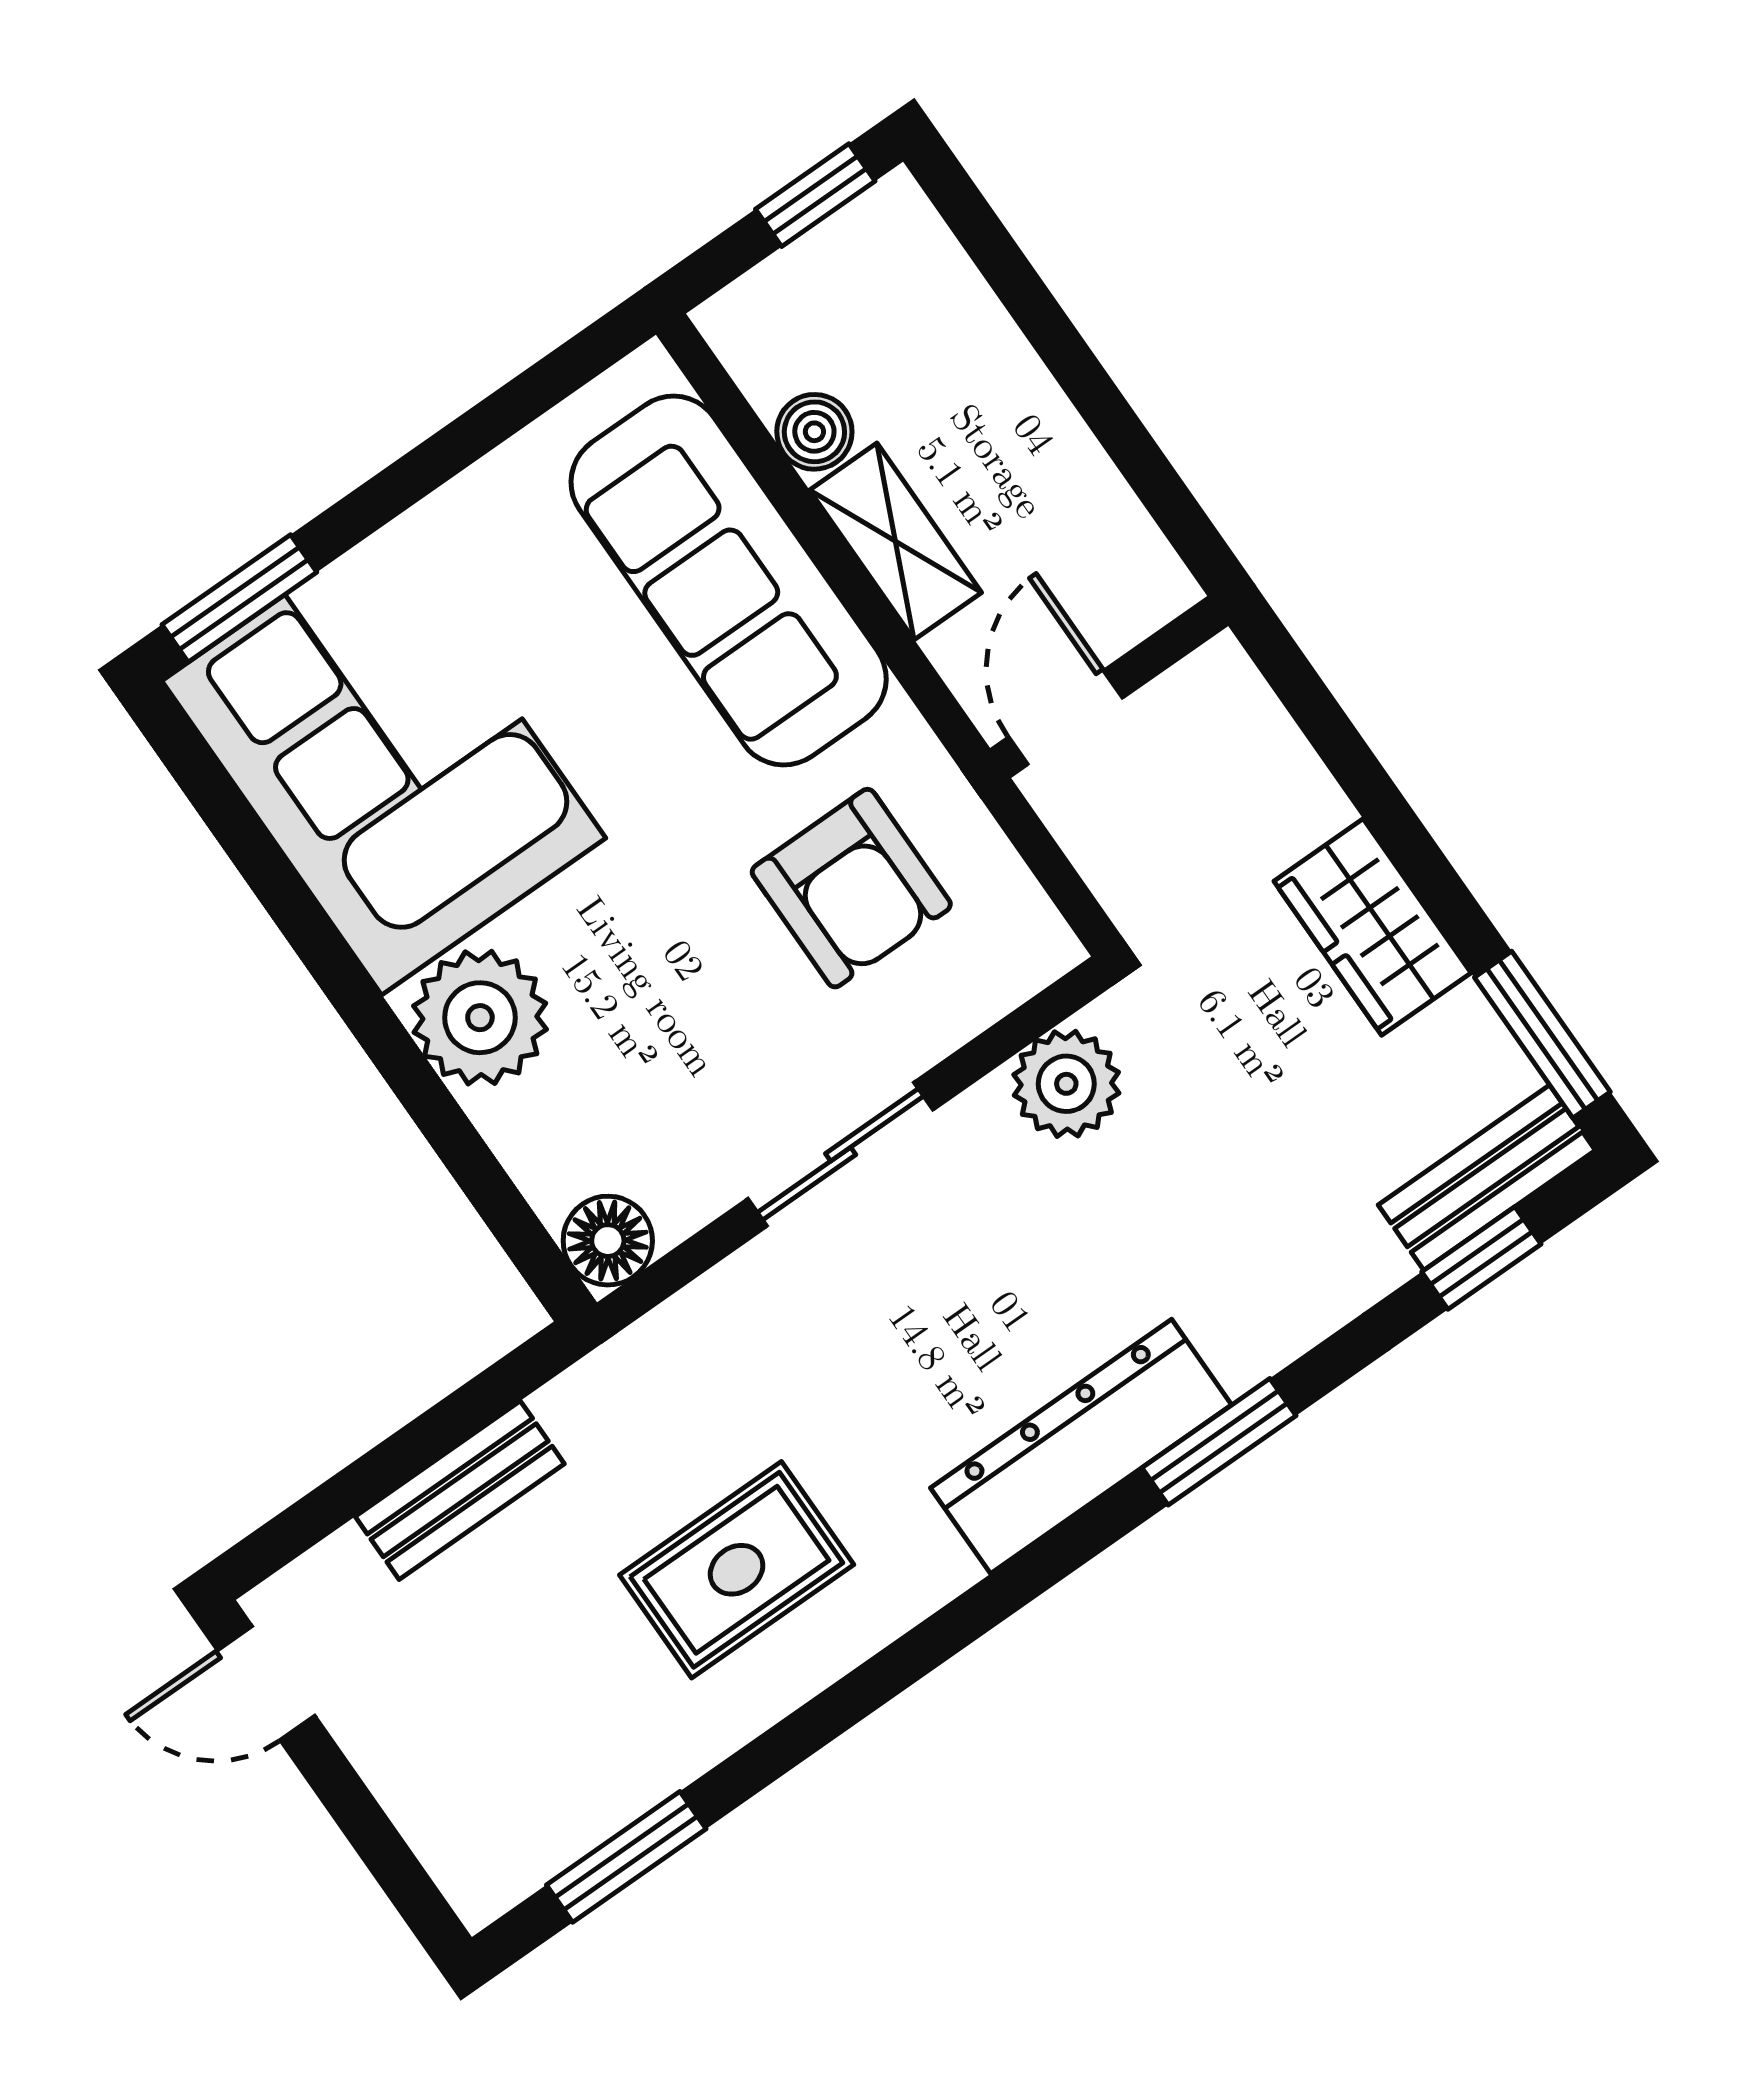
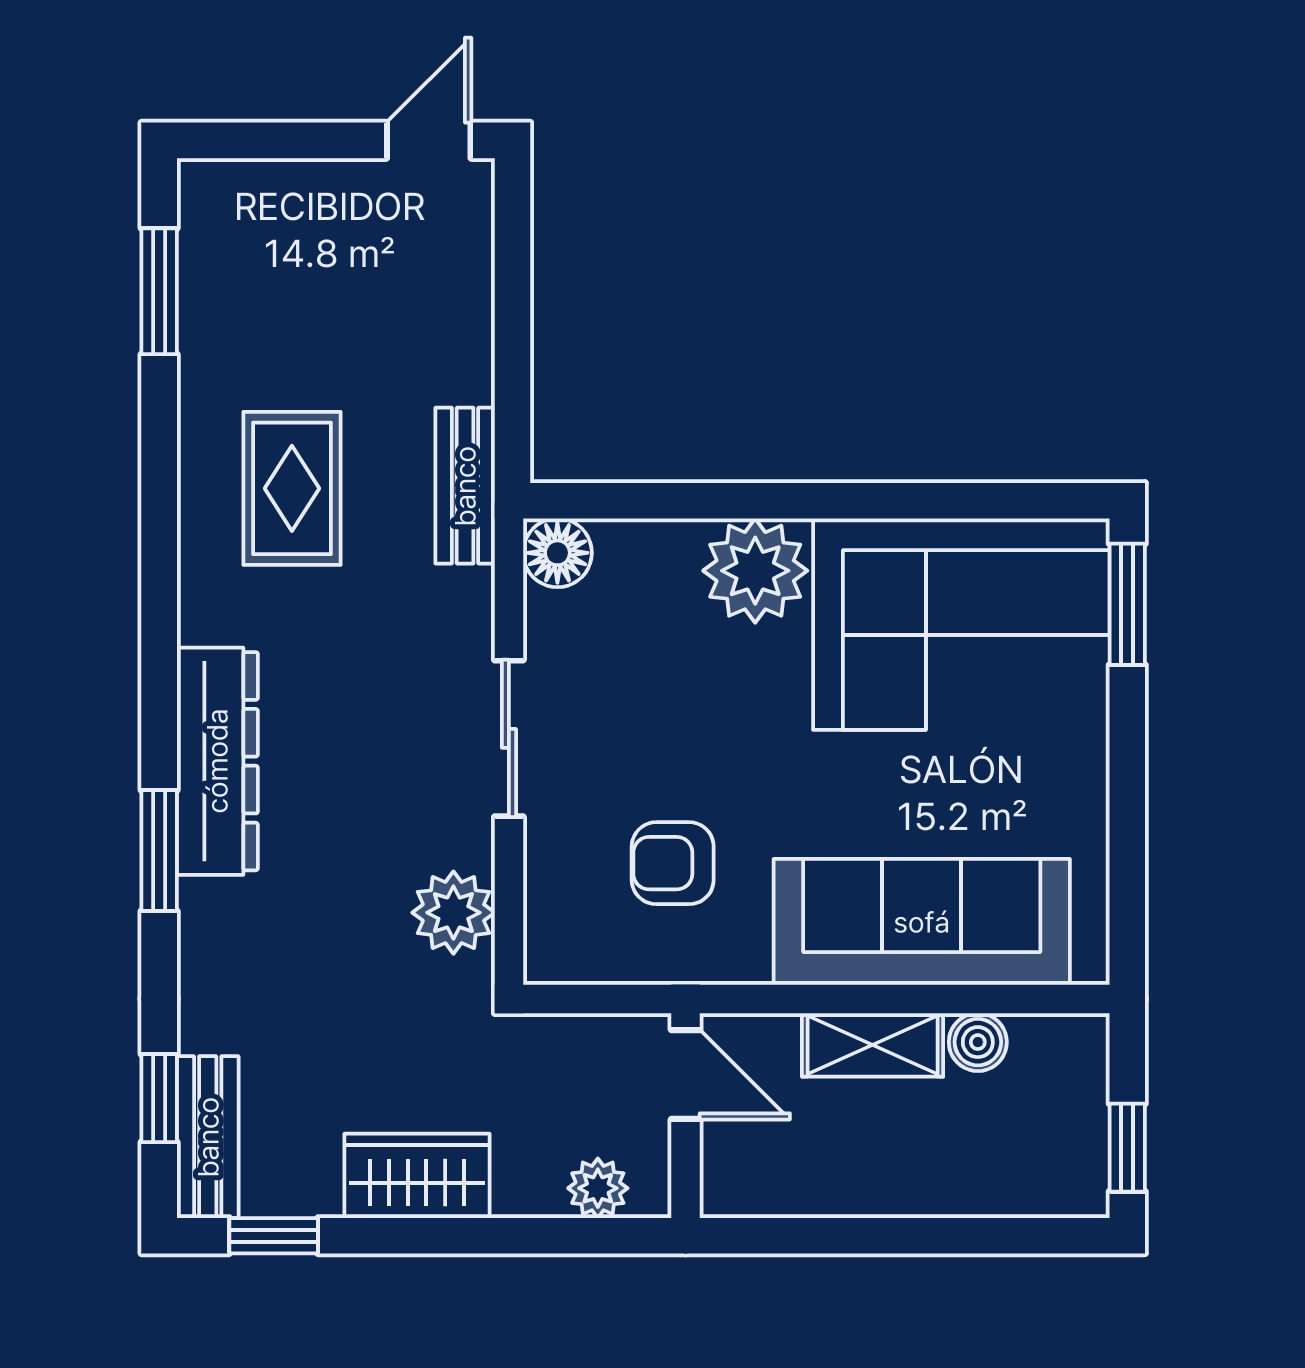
plant: (1251, 726) -> (598, 1188), added
armchair: (851, 888) -> (673, 863), width x0.72, depth x0.72
window: (1542, 1035) -> (274, 1236), width x0.67
bench: (460, 1490) -> (465, 486), moved

